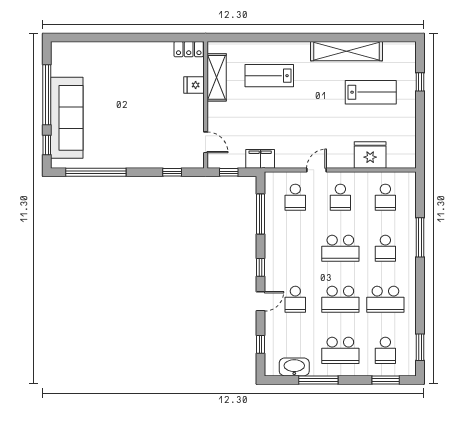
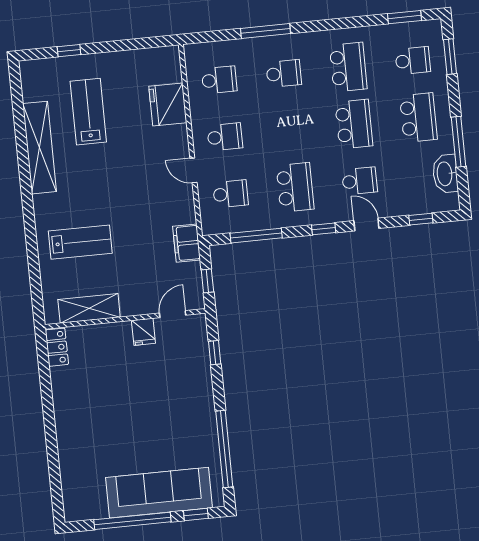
lab bench: (269, 76) -> (80, 242), turned -90
fridge: (194, 85) -> (143, 332), moved
school desk: (340, 248) -> (295, 187), moved

